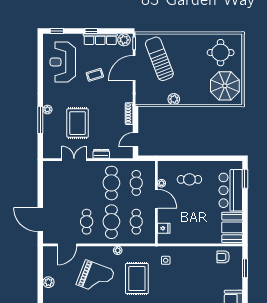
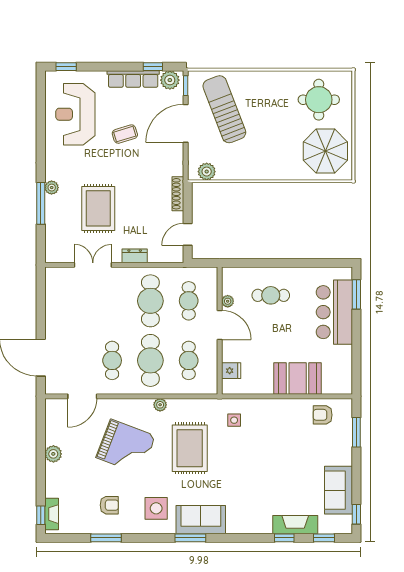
window: (91, 31) -> (153, 67), moved
plant: (174, 99) -> (207, 172), moved
booth: (232, 227) -> (298, 379), moved, turned 90

